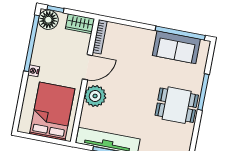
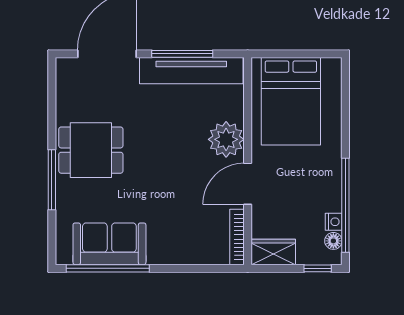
floor lamp: (48, 20) -> (333, 241), width x0.53, depth x0.53
nightstand: (34, 71) -> (334, 222), moved

